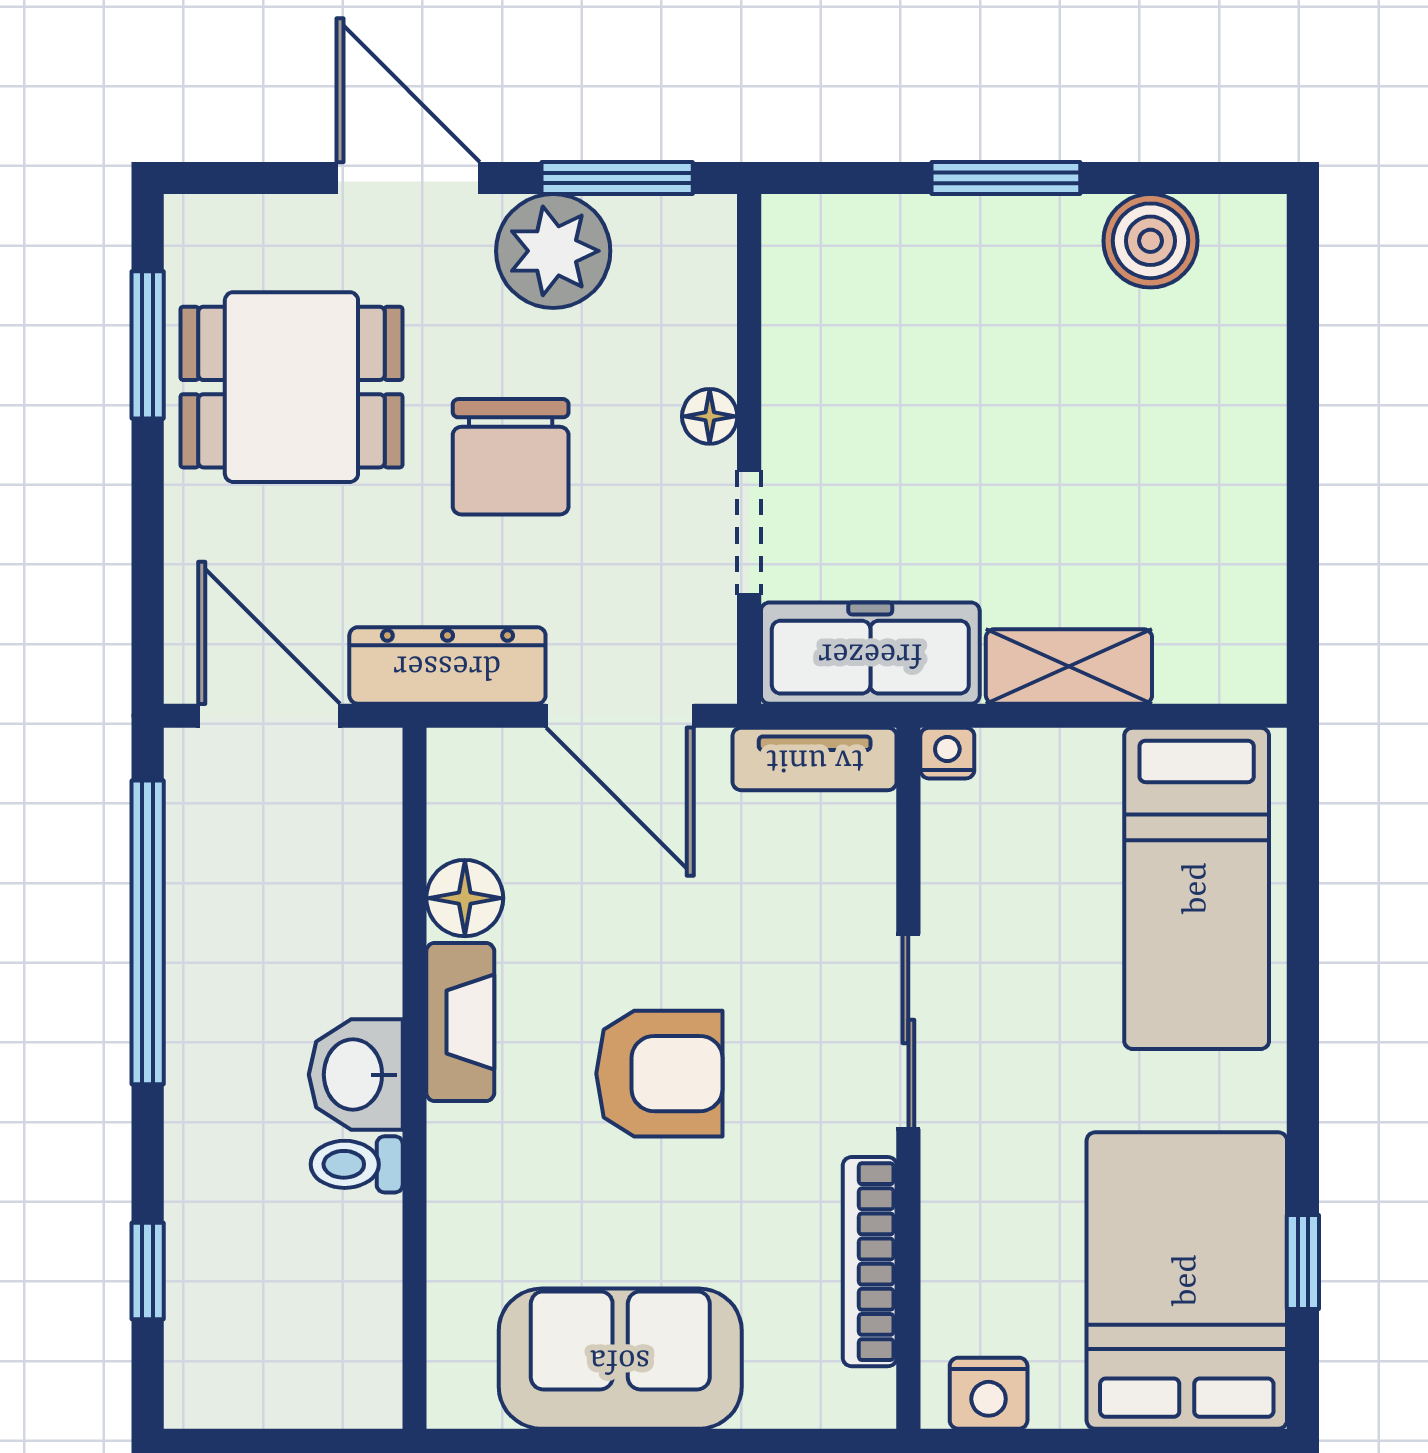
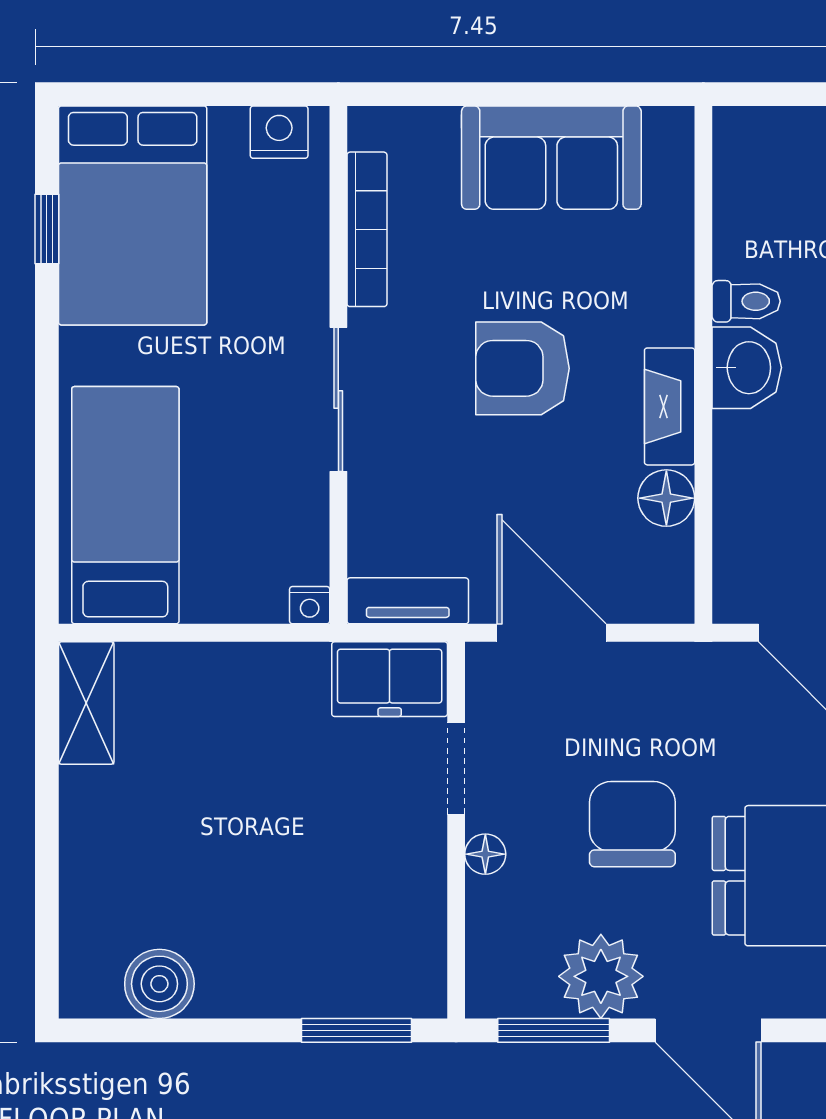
window: (1006, 178) -> (357, 1030), moved
freezer: (870, 653) -> (390, 679), width x0.71
dresser: (447, 665) -> (679, 670), removed
shelving: (1069, 666) -> (86, 703), moved, turned 90

